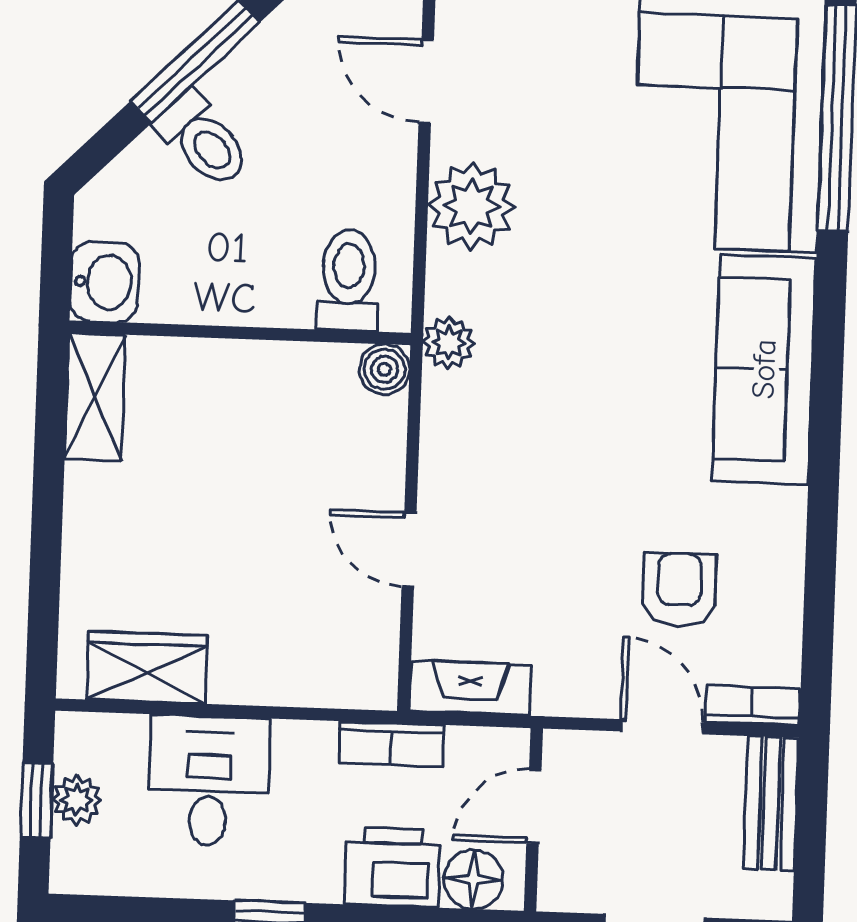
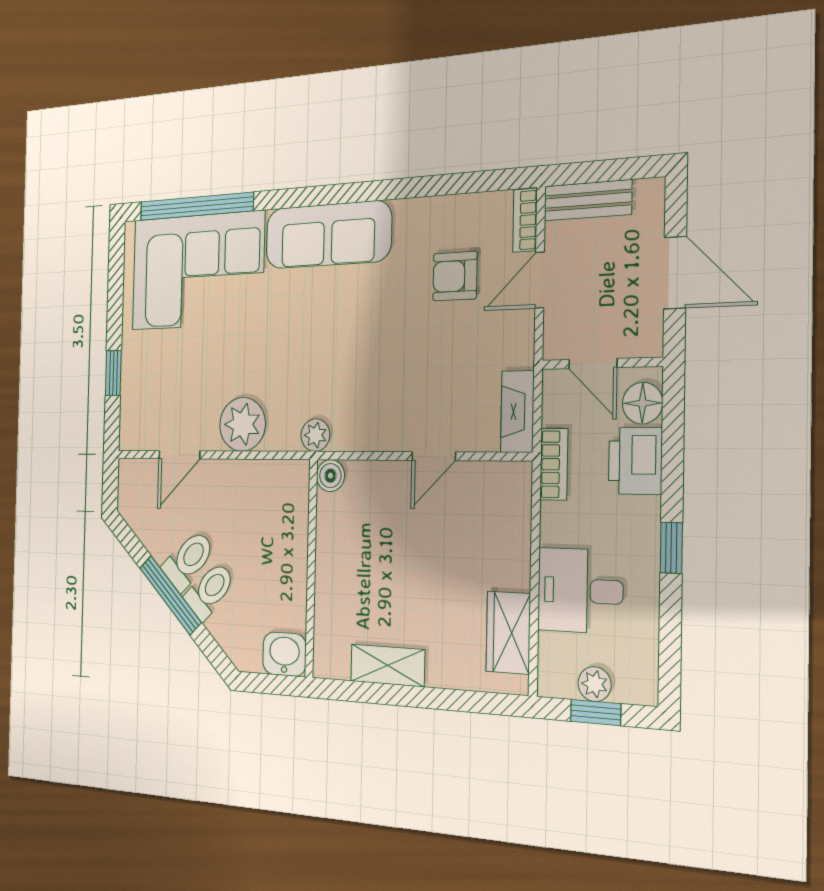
toilet: (349, 280) -> (188, 560), moved, turned 135
shelving: (95, 397) -> (388, 665), moved

